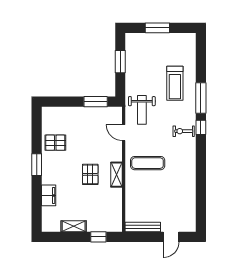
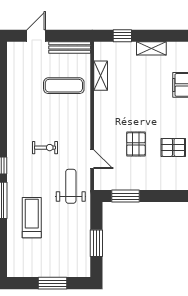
exercise bike: (184, 131) -> (45, 148), moved
exercise mat: (148, 163) -> (64, 86), moved
pallet: (90, 174) -> (136, 144), moved
shelving: (117, 175) -> (101, 76), moved

